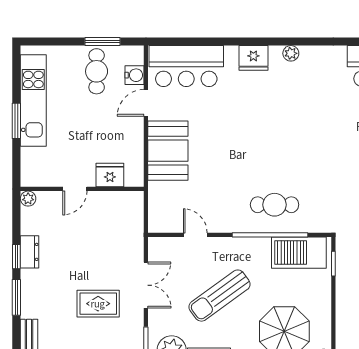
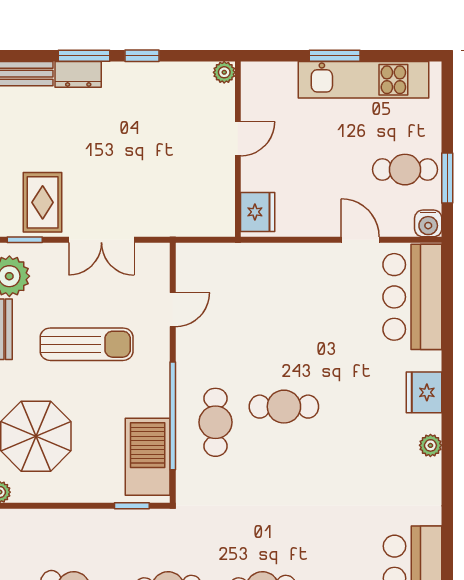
water cooler: (134, 75) -> (428, 223), moved
booth: (168, 151) -> (292, 271), removed
cafe table: (263, 157) -> (284, 407), added
fridge: (110, 175) -> (258, 212), moved
door: (75, 189) -> (238, 139), swing flipped
dresser: (30, 252) -> (78, 74), moved
sun lounger: (220, 296) -> (87, 344), turned 126
rug: (98, 304) -> (43, 202), moved

